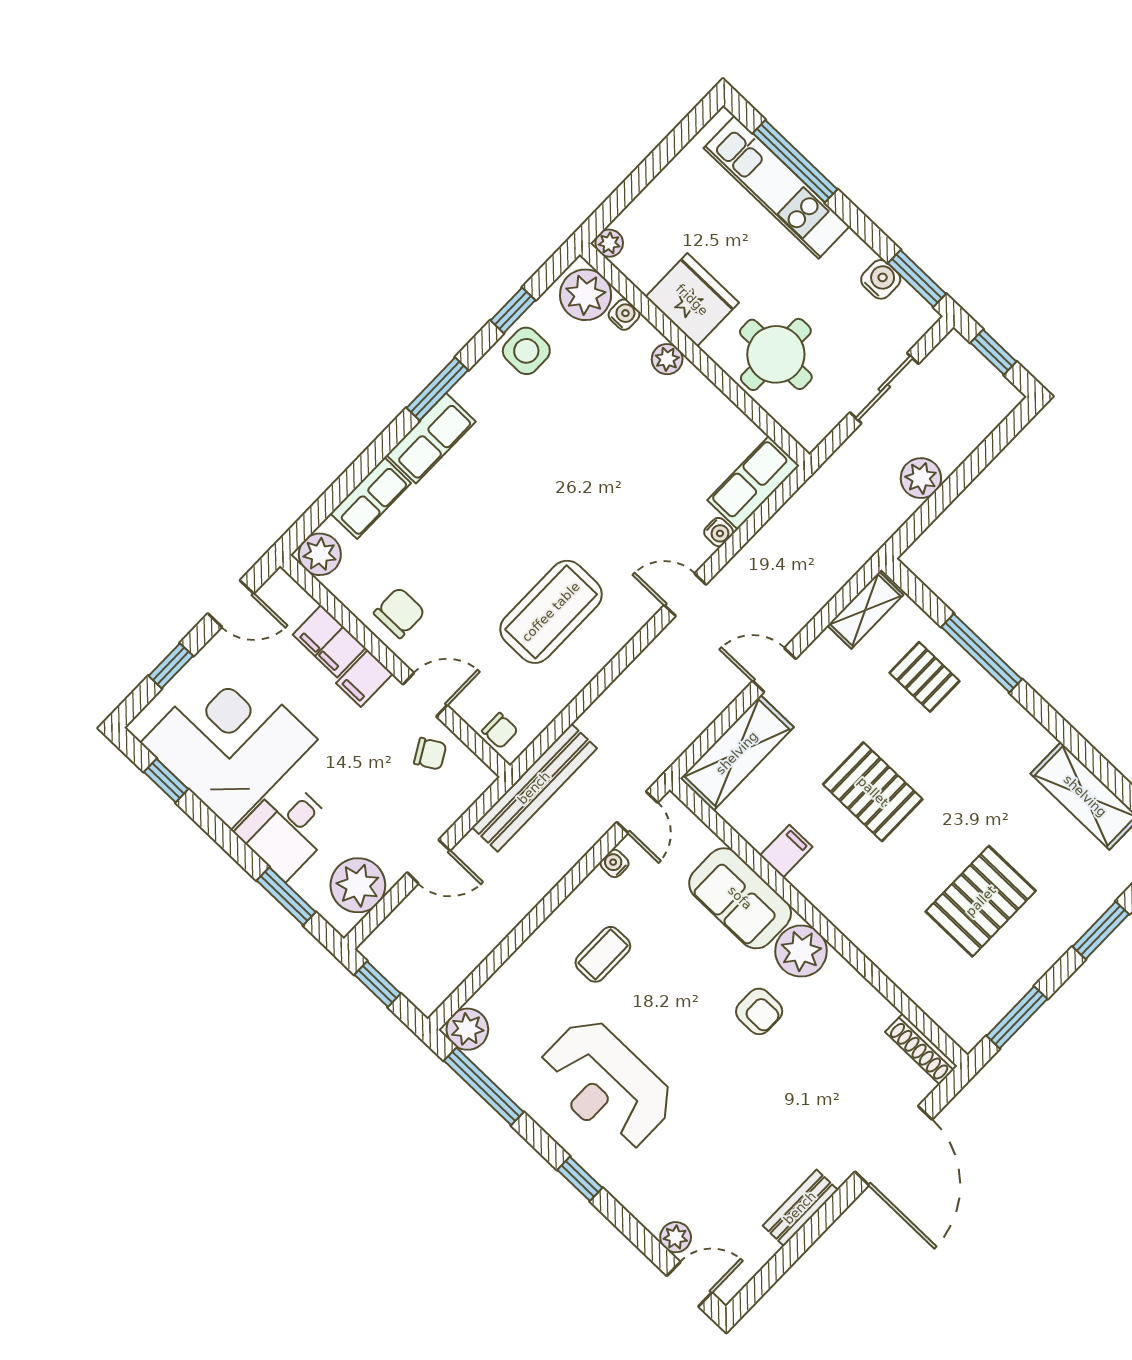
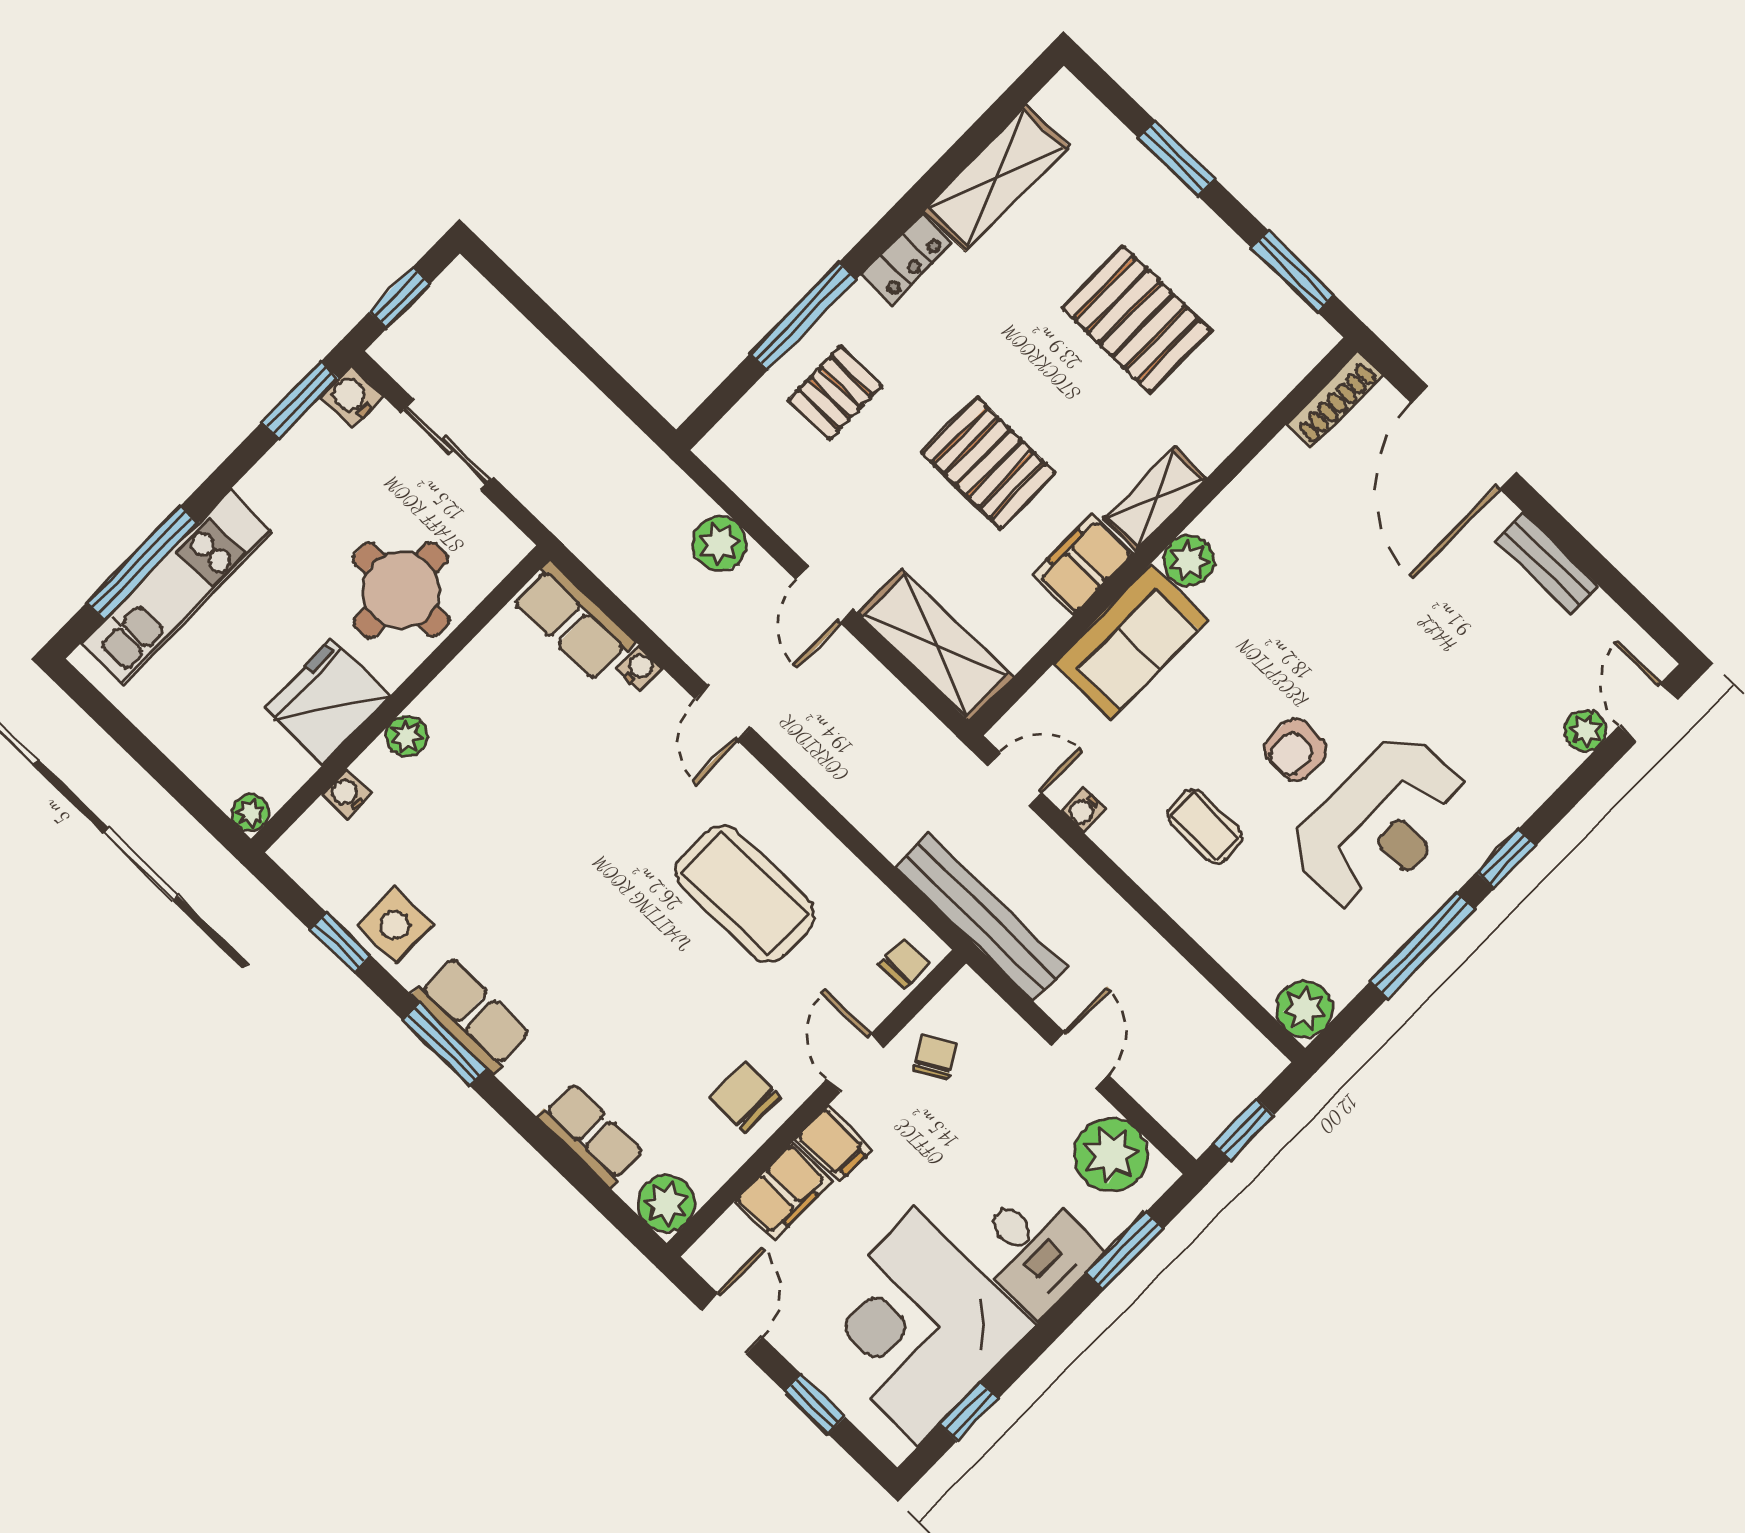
water cooler: (881, 279) -> (352, 397), moved
plant: (586, 295) -> (320, 845), removed
row of seats: (431, 438) -> (472, 1015), moved
plant: (921, 478) -> (720, 544), moved
shelving: (865, 610) -> (1155, 499), moved, turned 90
locker: (1024, 729) -> (906, 259), added
pallet: (873, 792) -> (989, 463), turned 90
filing cabinet: (786, 851) -> (1083, 564), width x2.00
plant: (801, 951) -> (1189, 561), width x0.73, depth x0.73
armchair: (759, 1011) -> (1296, 750), moved, turned 180
window: (484, 1086) -> (1422, 946), moved
door: (894, 1146) -> (1464, 438), swing flipped

